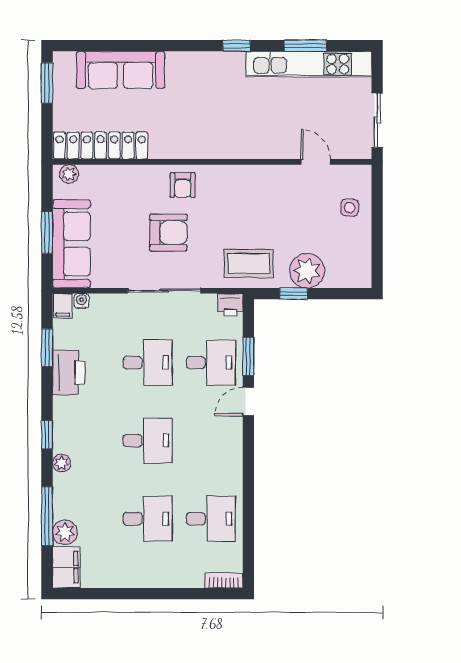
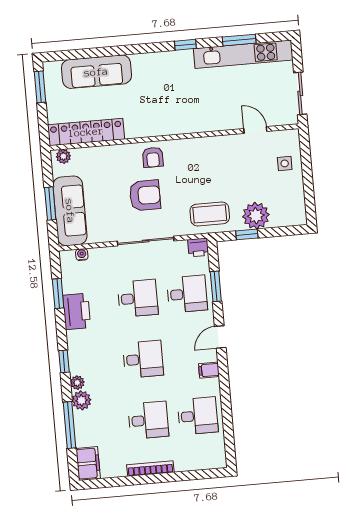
filing cabinet: (63, 306) -> (209, 370), moved, turned 90
door: (248, 402) -> (220, 337), moved
plant: (65, 532) -> (81, 400), moved
bookcase: (224, 580) -> (150, 468), moved, width x1.56

